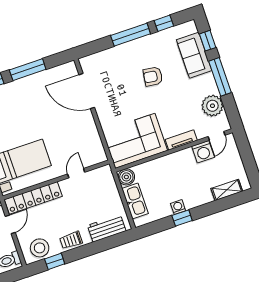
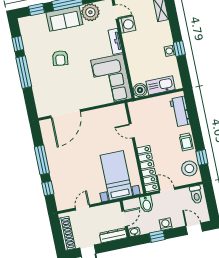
sofa: (194, 55) -> (64, 18), moved

